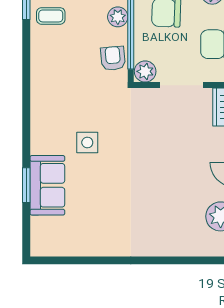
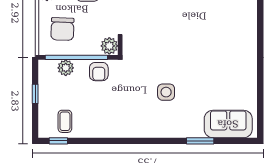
armchair: (113, 58) -> (99, 72), turned -85
sofa: (47, 185) -> (228, 124), moved

